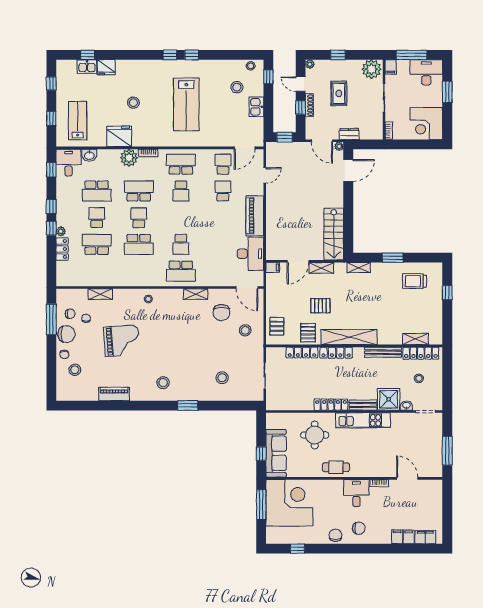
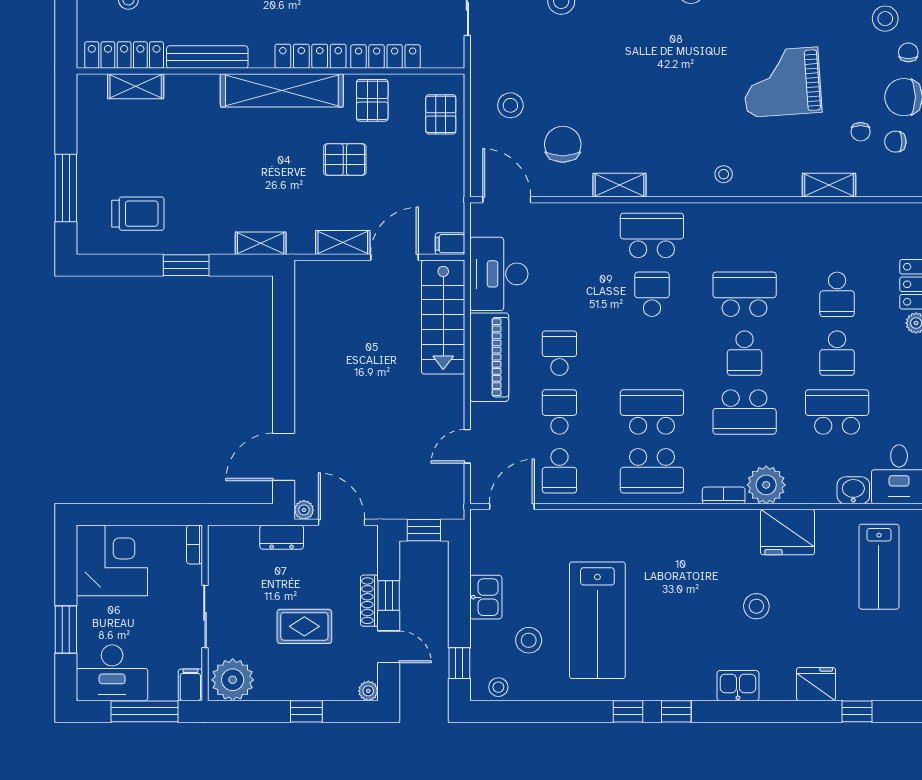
kitchen sink: (87, 67) -> (738, 686), moved
rug: (339, 93) -> (304, 626), turned 90
lab bench: (186, 104) -> (597, 620), moved, turned 180
school desk: (181, 191) -> (652, 412), width x1.85
school desk: (223, 191) -> (559, 412), turned 180
school desk: (223, 218) -> (559, 353), added
stairs: (334, 234) -> (443, 317), moved, turned 180
school desk: (97, 244) -> (837, 294), width x0.54
window: (447, 293) -> (66, 188), width x2.17

